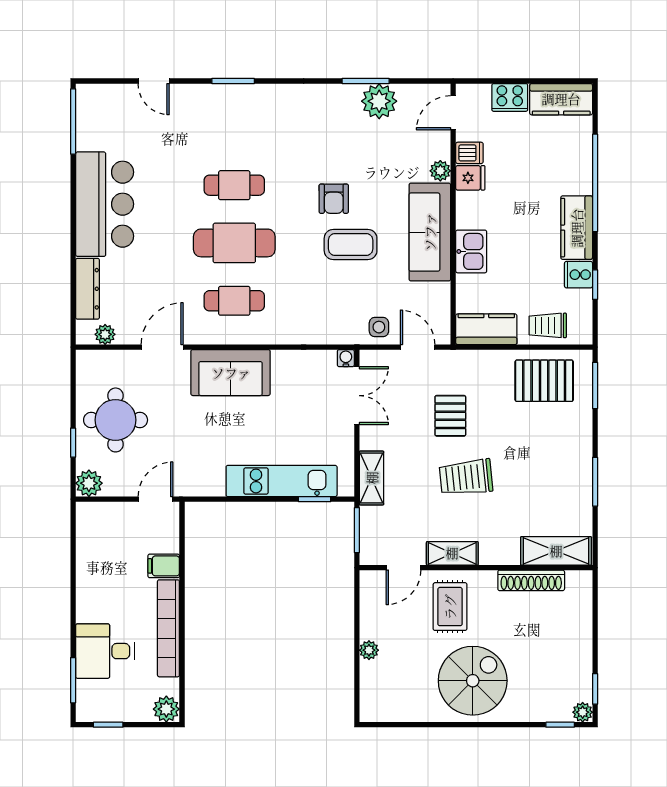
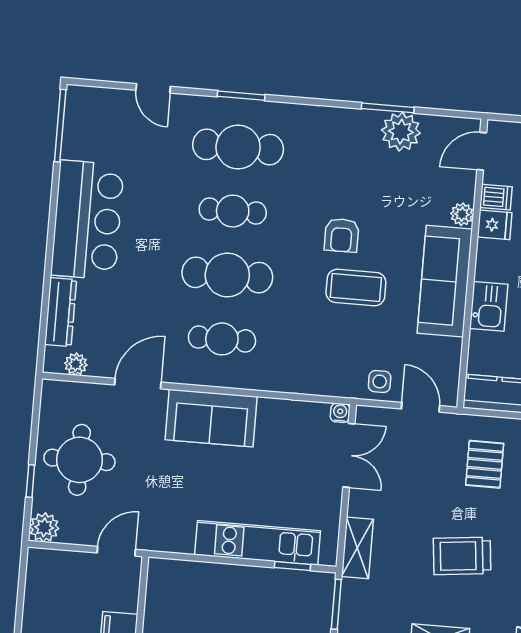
cafe table: (234, 127) -> (238, 147), added
pallet: (450, 416) -> (485, 464), moved

